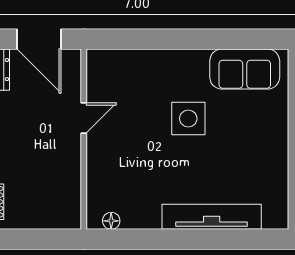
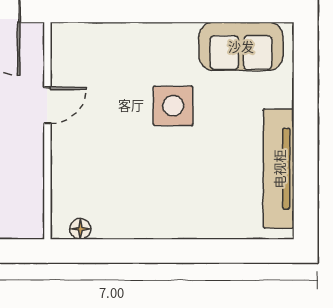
tv unit: (212, 217) -> (279, 169), moved, turned -90

